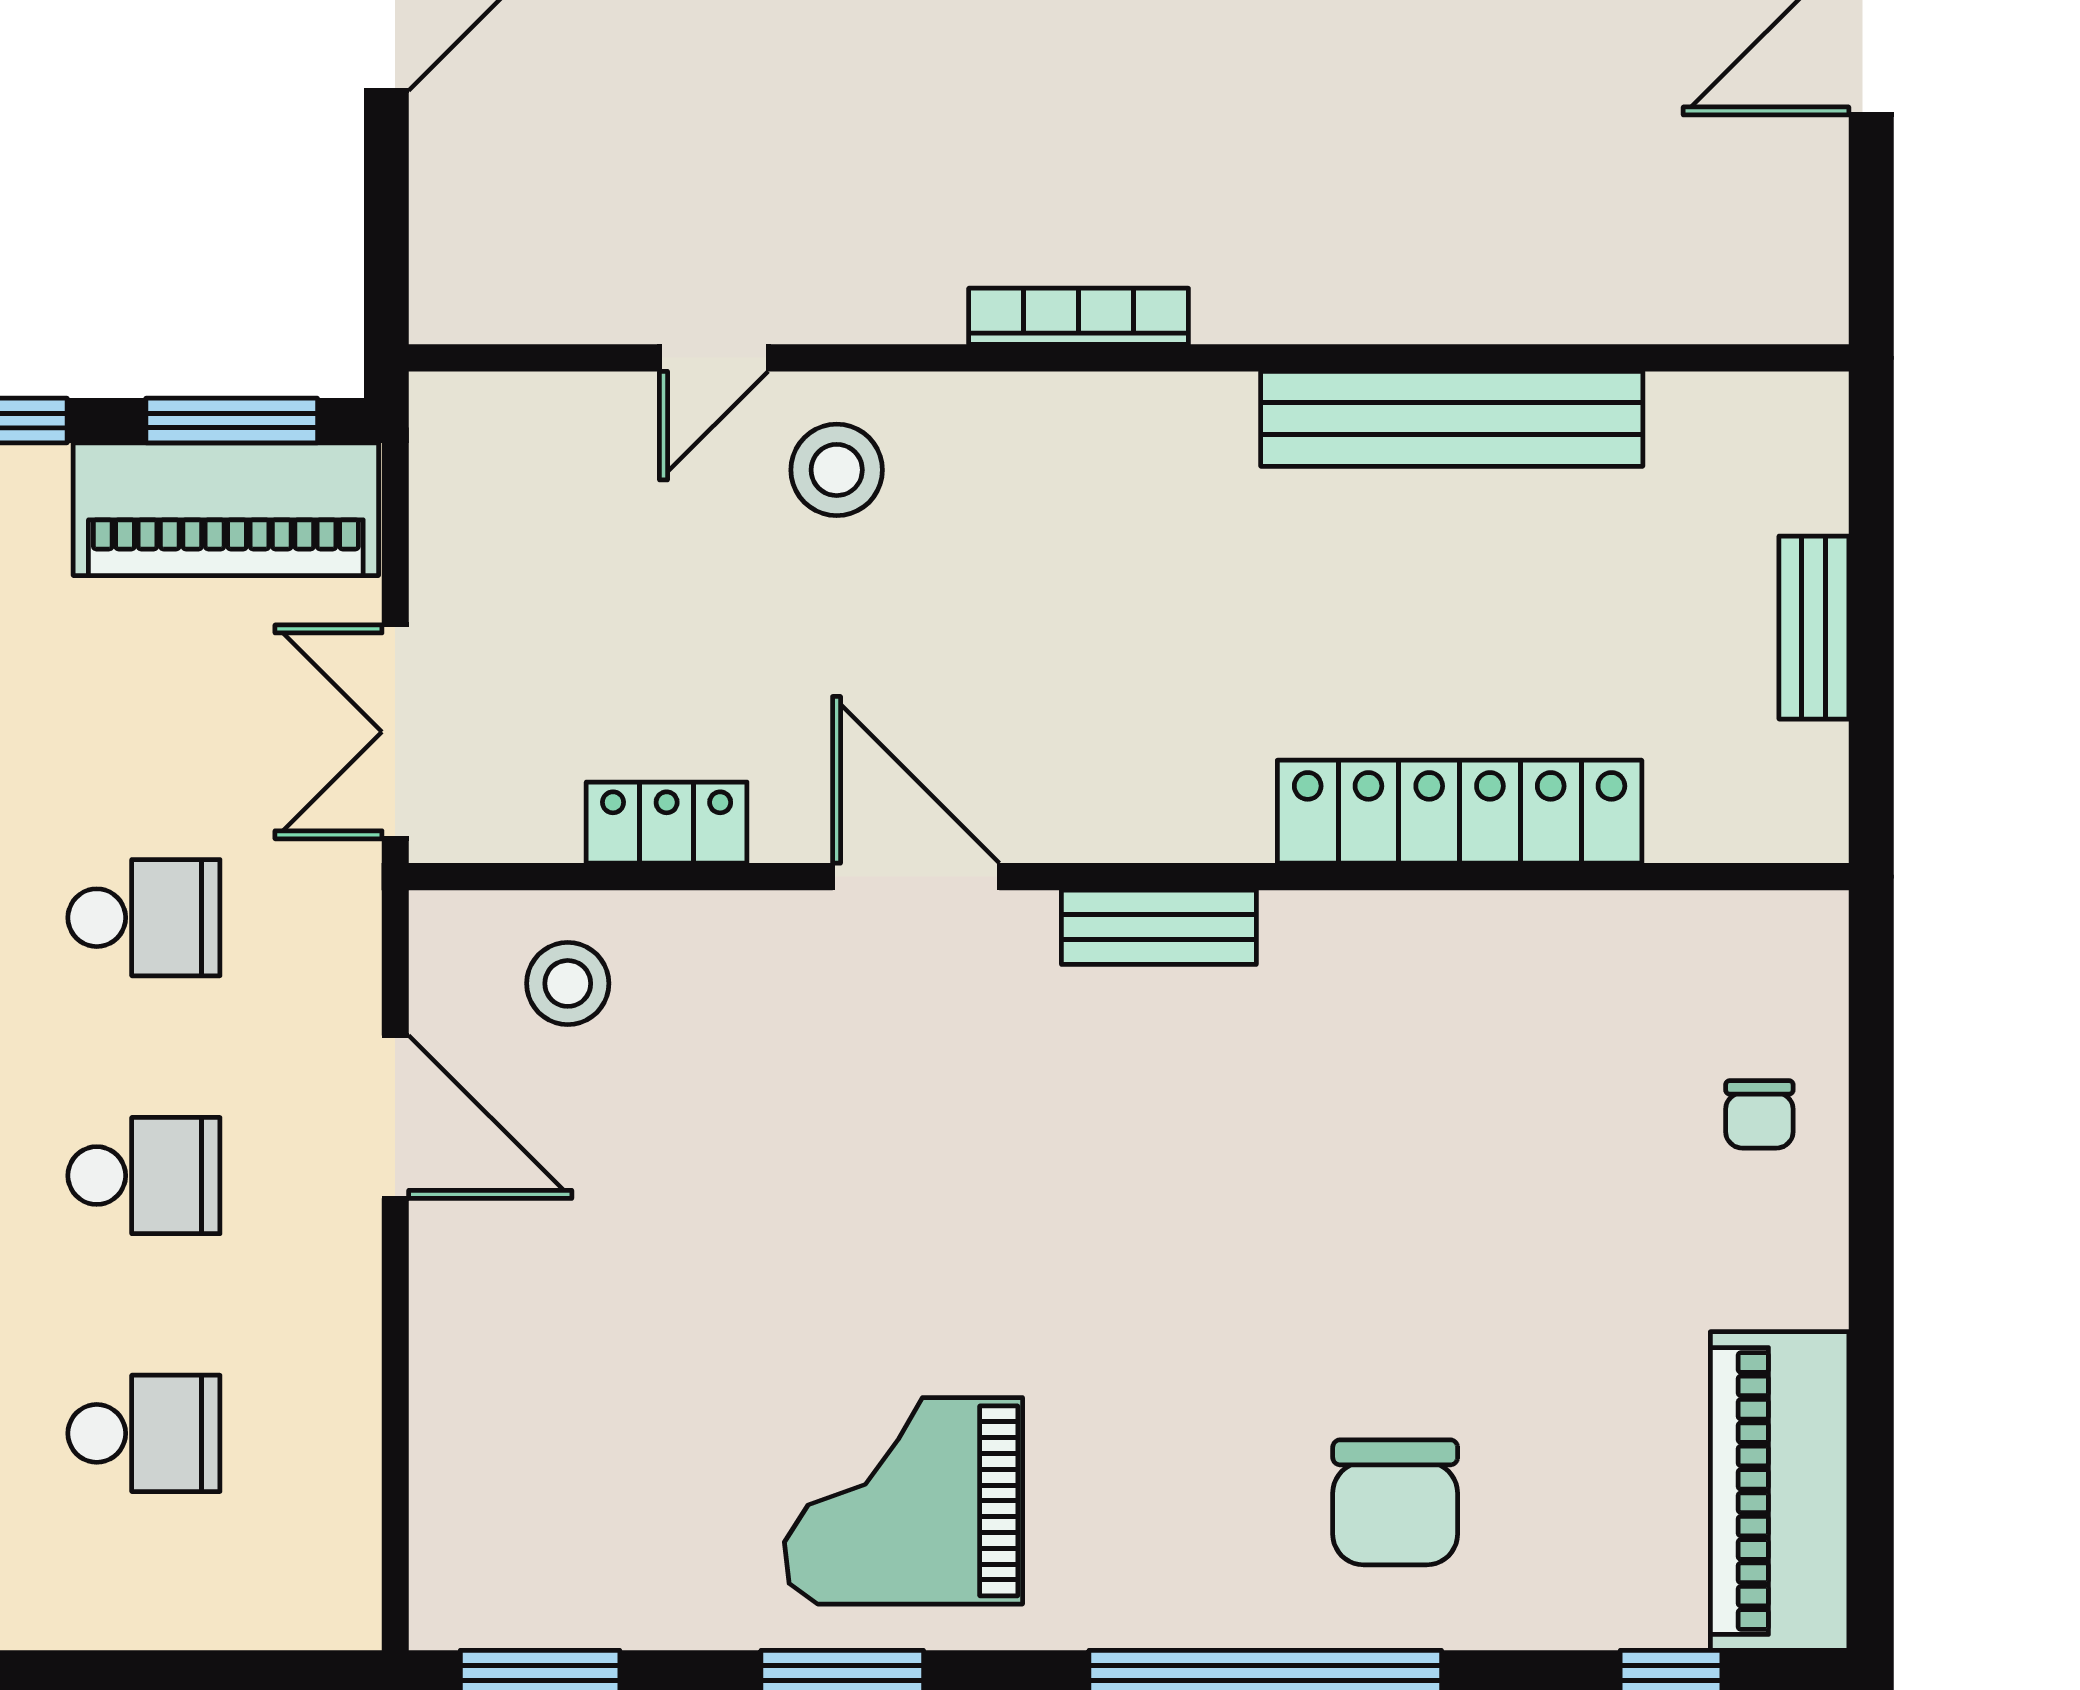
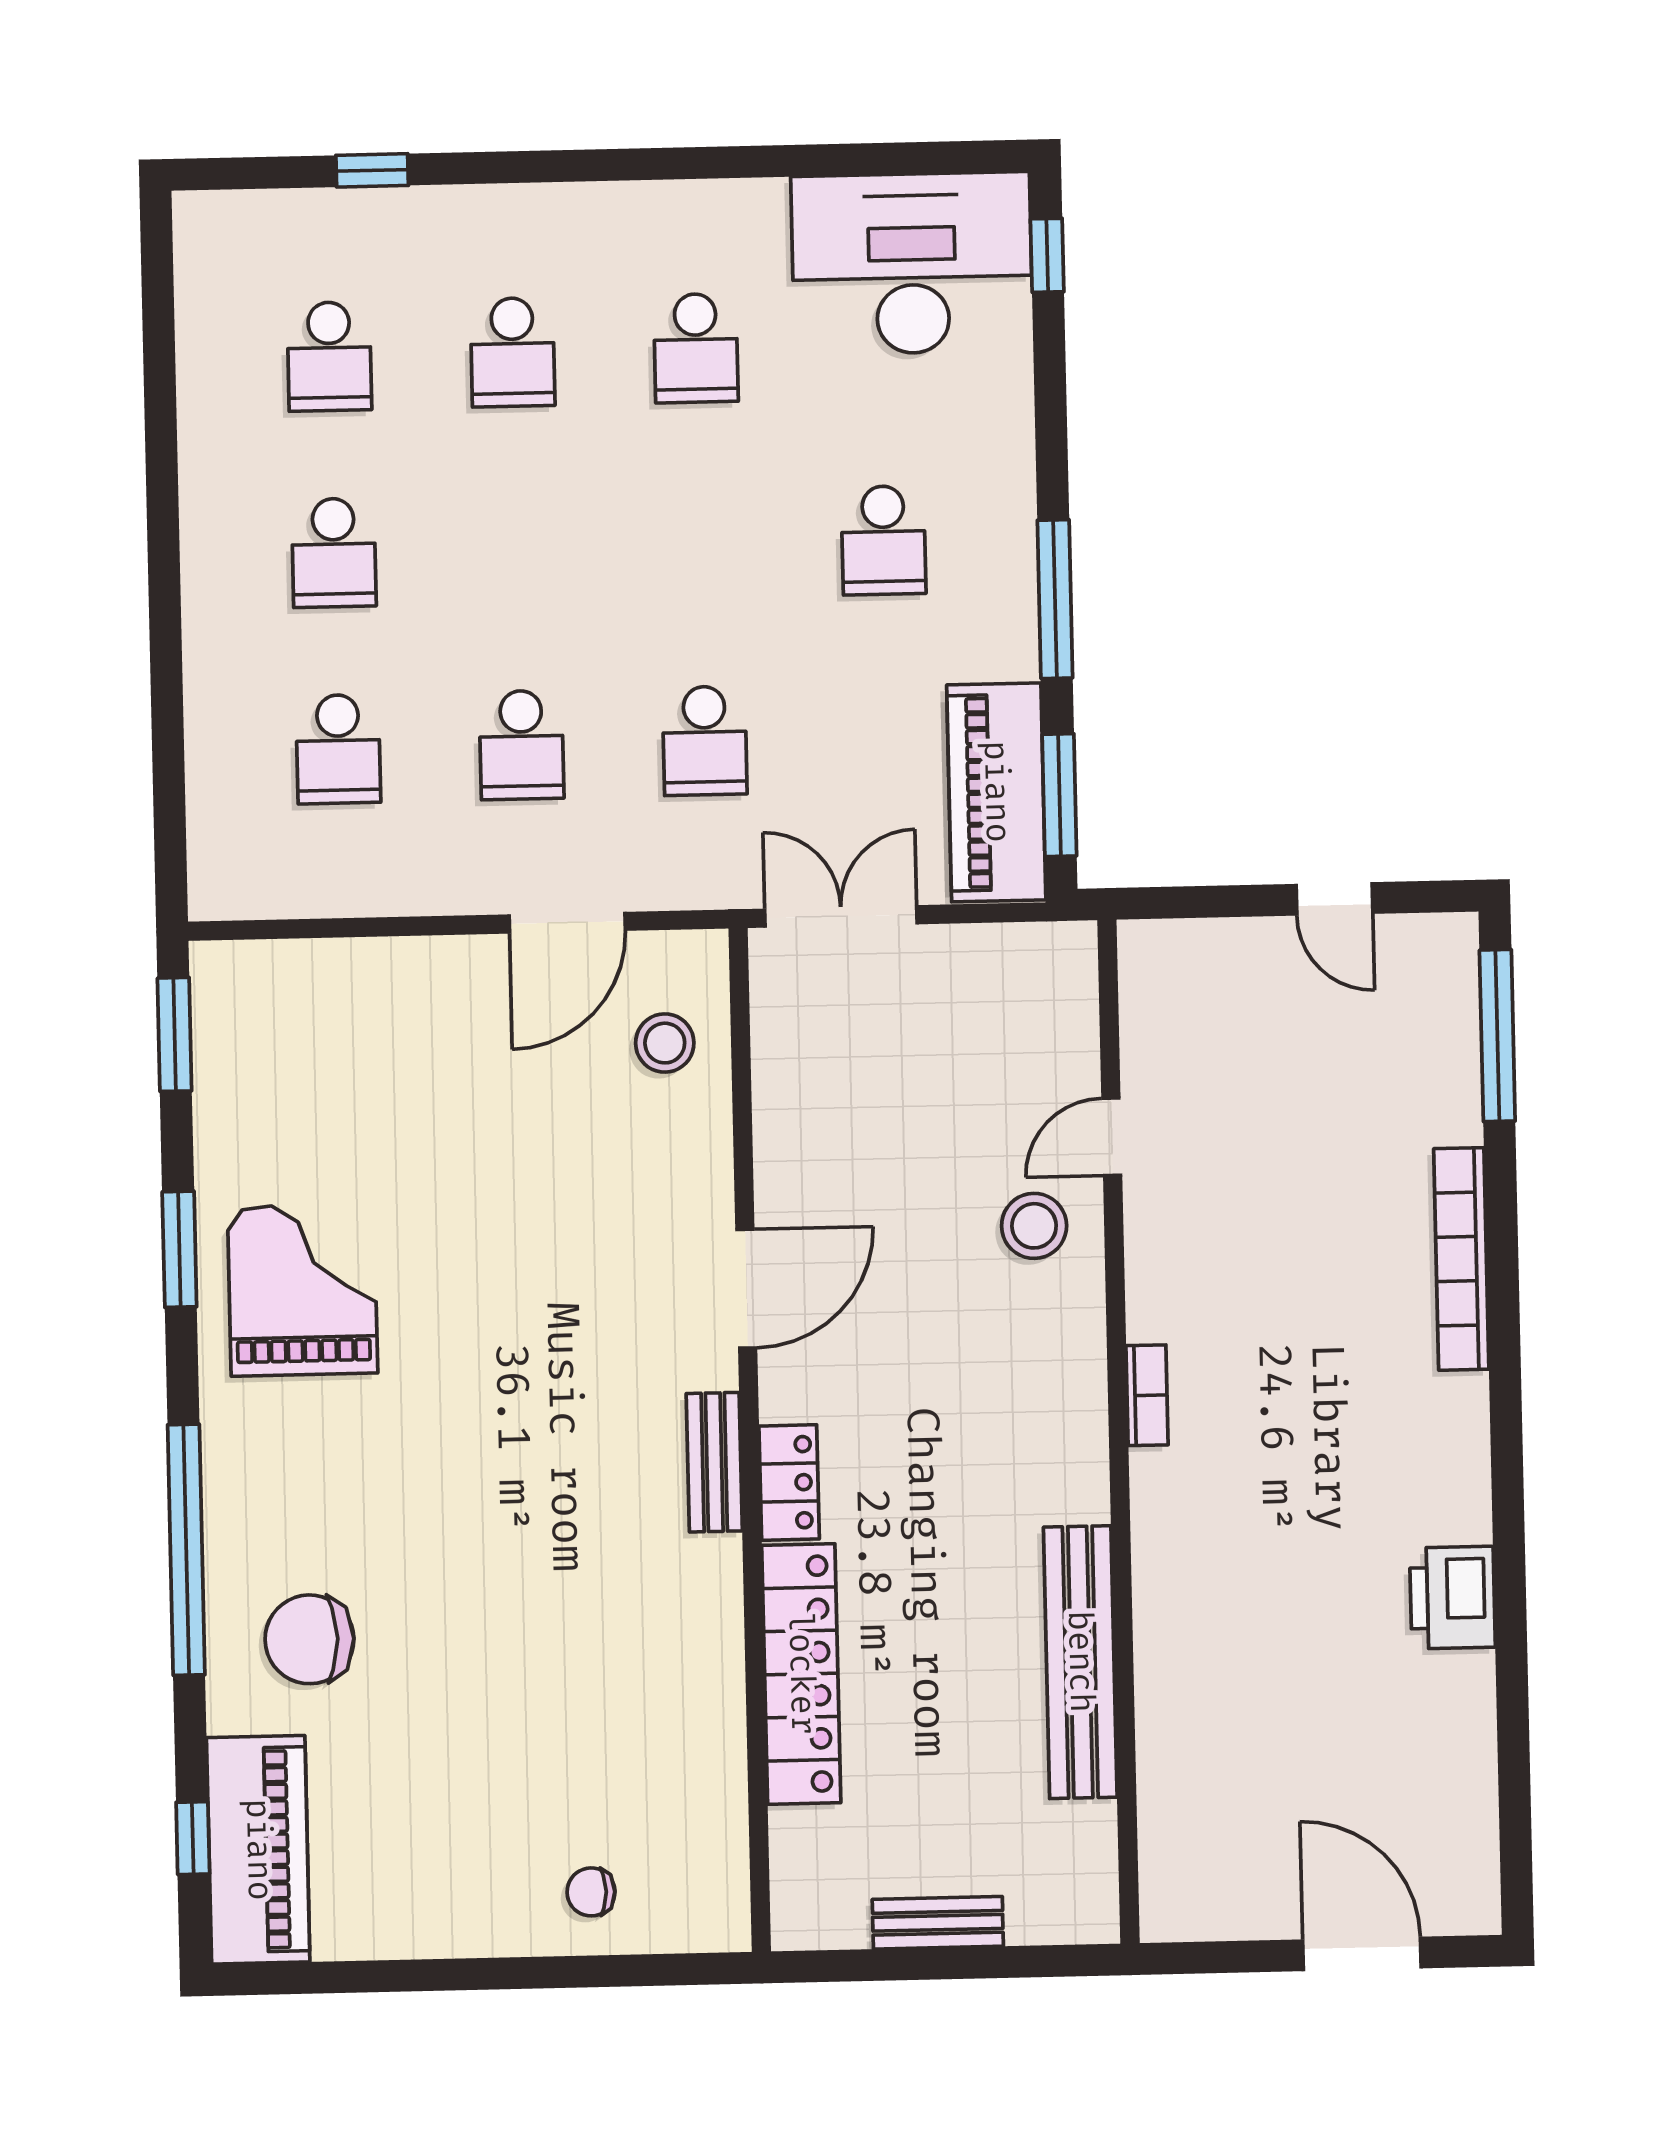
bookcase: (1079, 316) -> (1147, 1395), width x0.64
door: (714, 358) -> (1112, 1137), hinge flipped
locker: (667, 823) -> (789, 1482), moved
piano: (1780, 1491) -> (258, 1850), moved, turned 90

